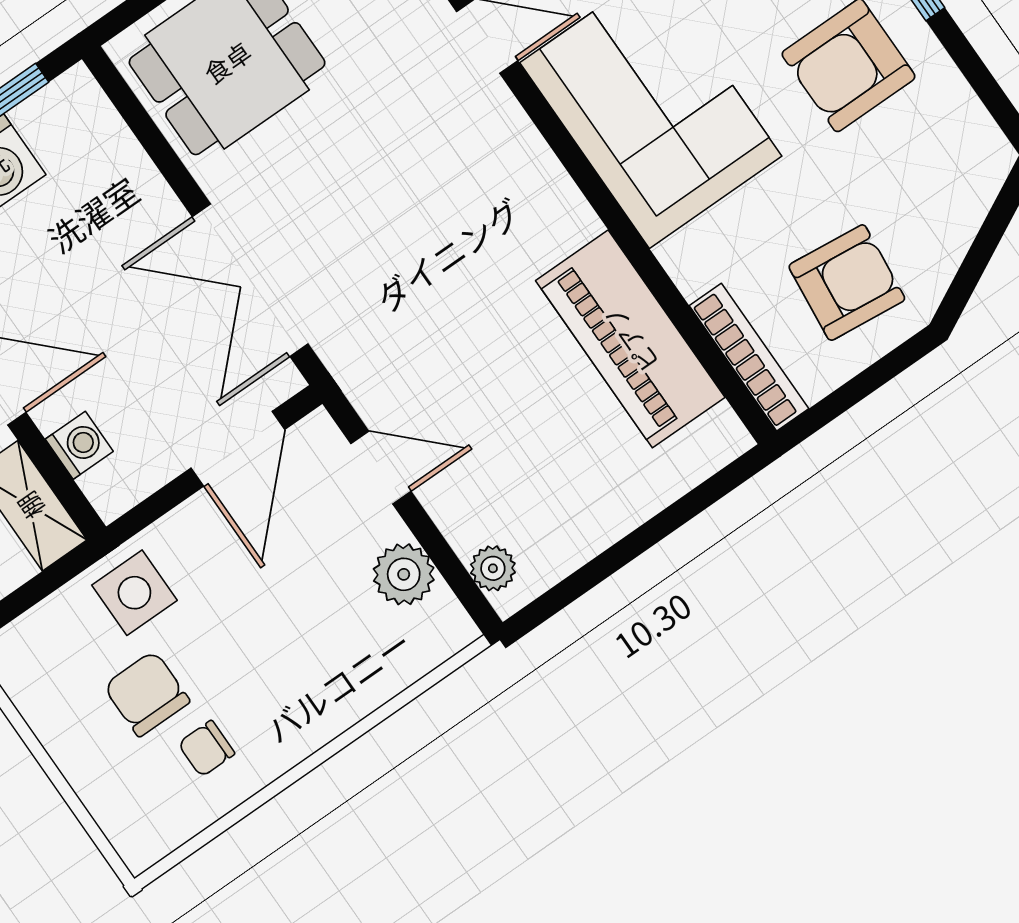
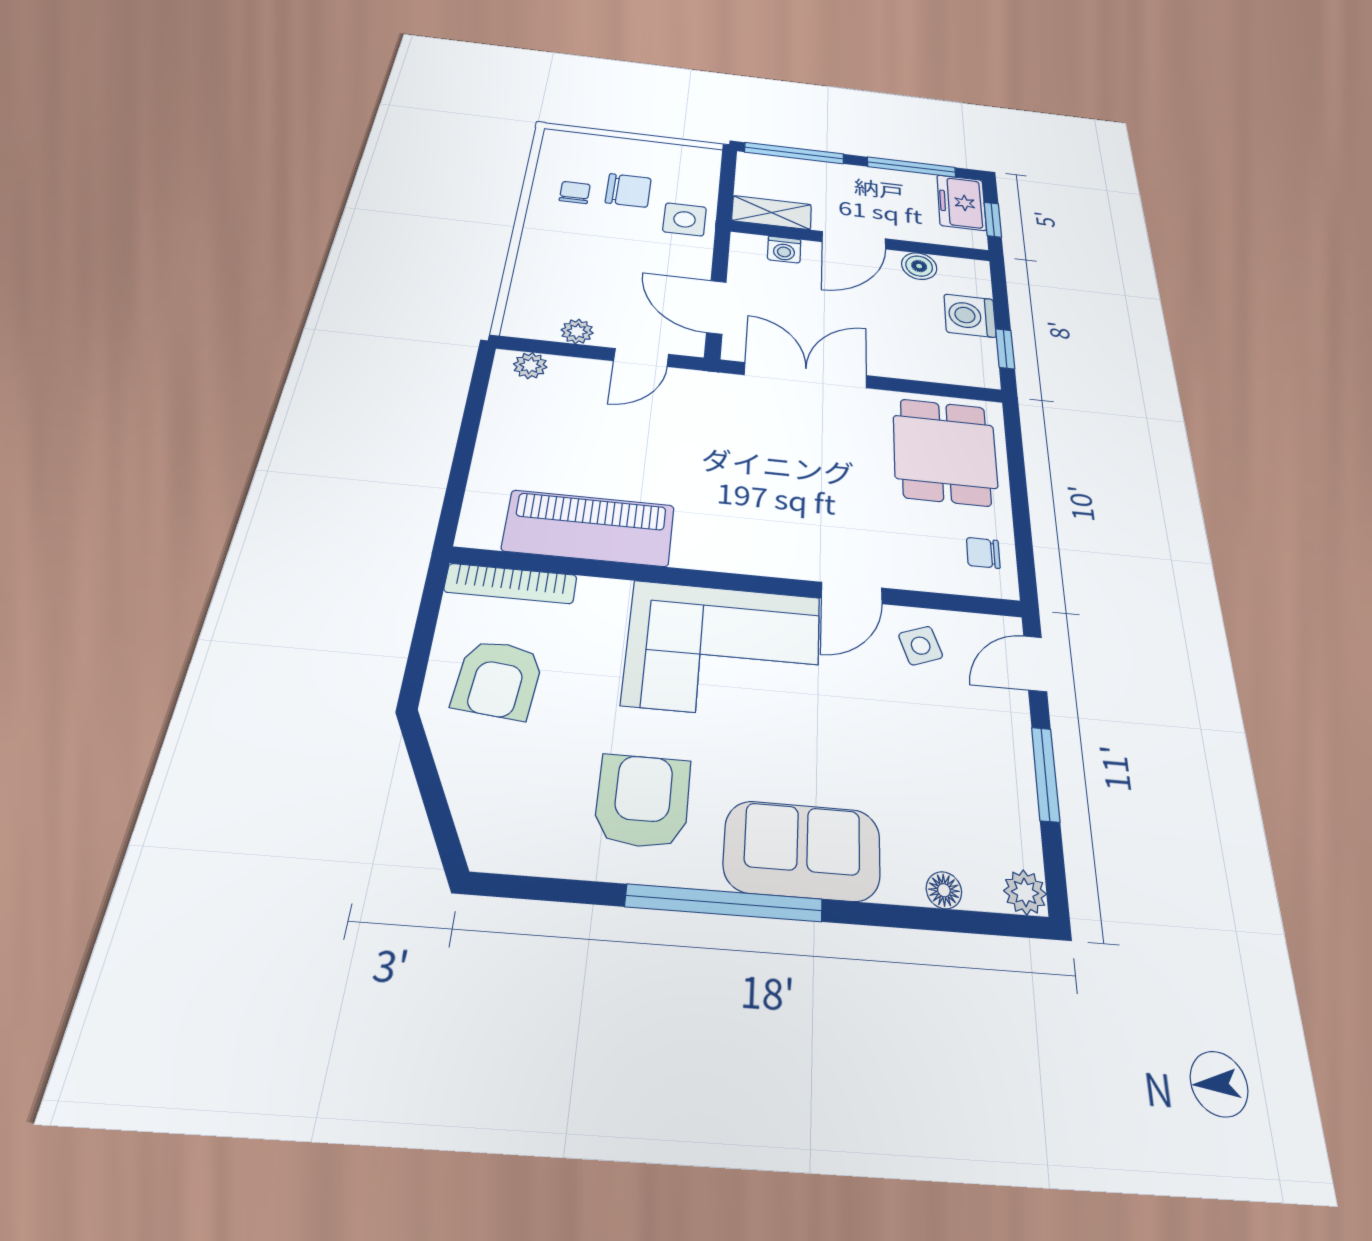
plant: (404, 574) -> (577, 331), width x0.73, depth x0.73

